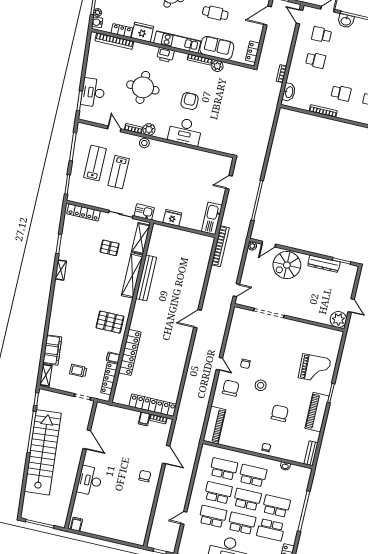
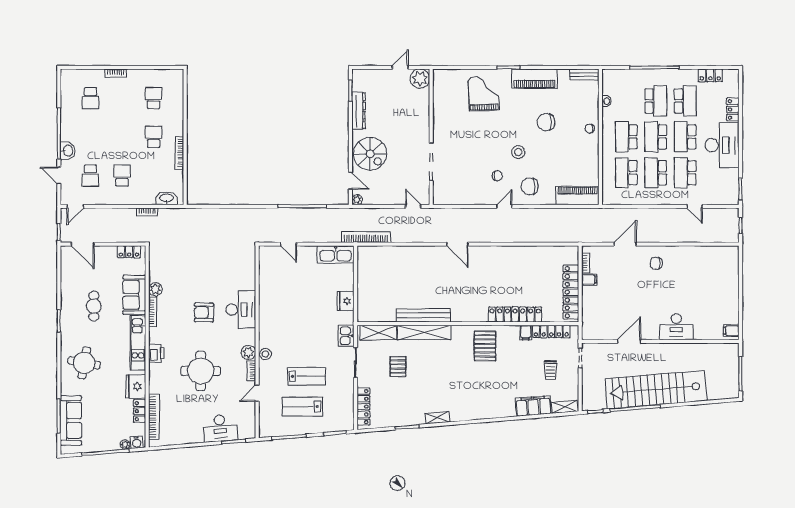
locker: (153, 405) -> (571, 292), moved
school desk: (276, 506) -> (656, 101), turned 180

